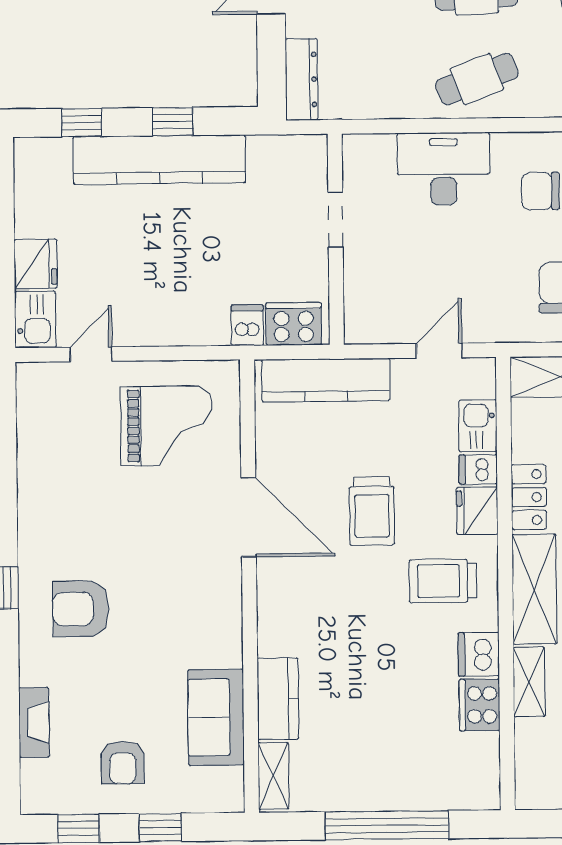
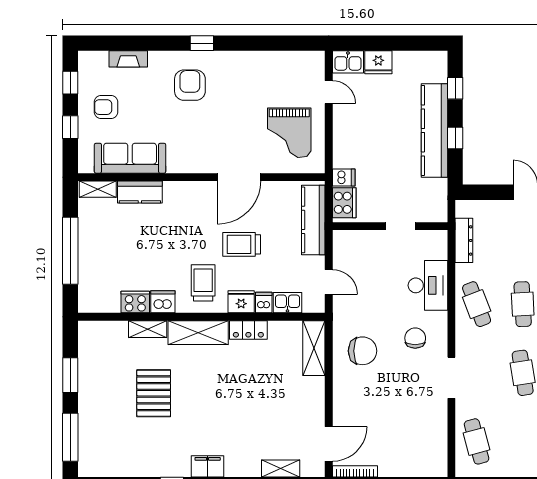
dresser: (302, 79) -> (464, 240), moved, turned -90
sofa: (216, 717) -> (130, 158), width x1.36

